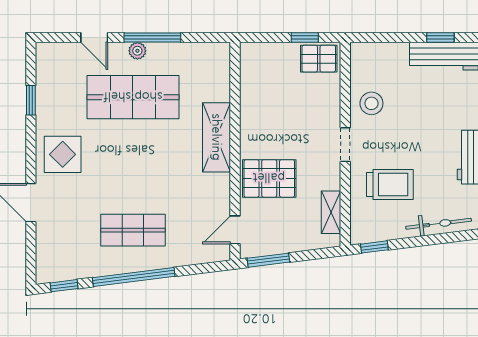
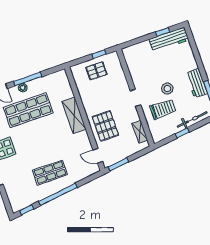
pallet: (319, 59) -> (96, 71), moved
stool: (371, 103) -> (167, 89), moved
pallet: (269, 178) -> (105, 126), turned 90
door: (235, 230) -> (98, 156), hinge flipped
window: (374, 247) -> (182, 133), moved

